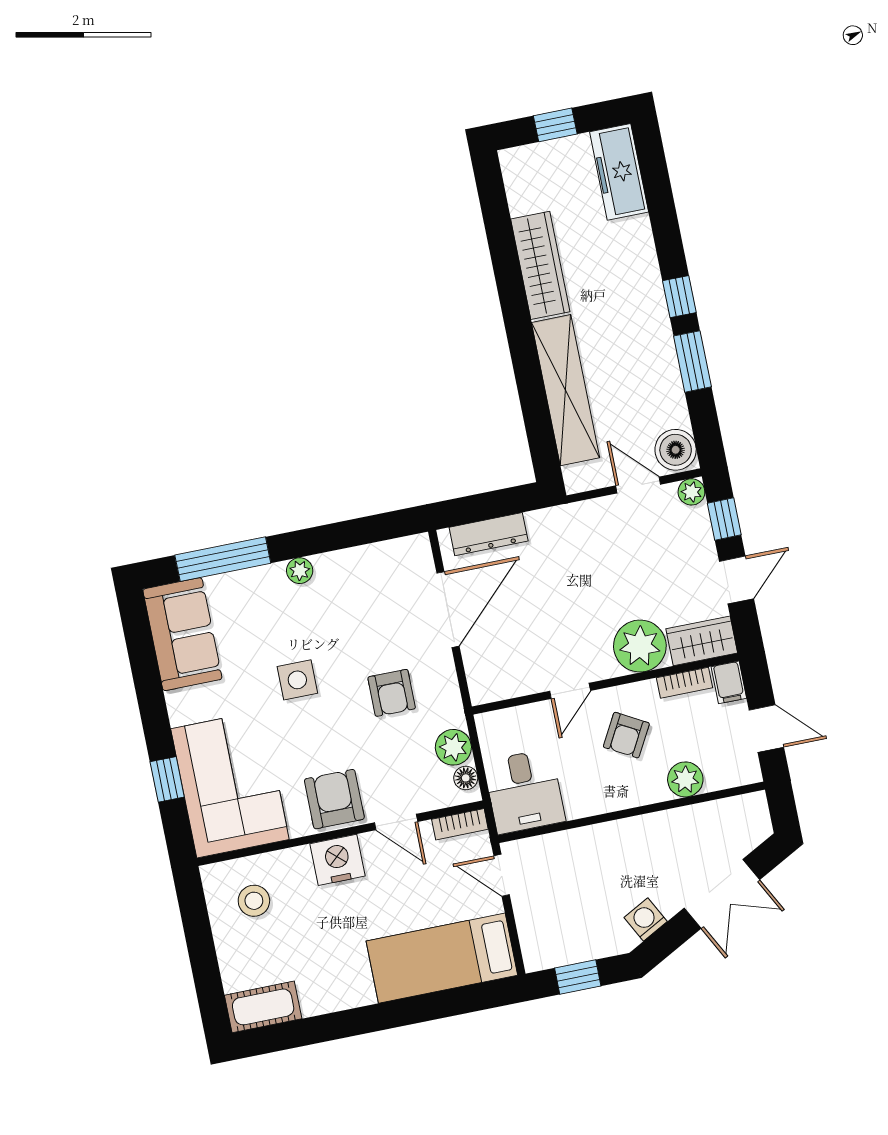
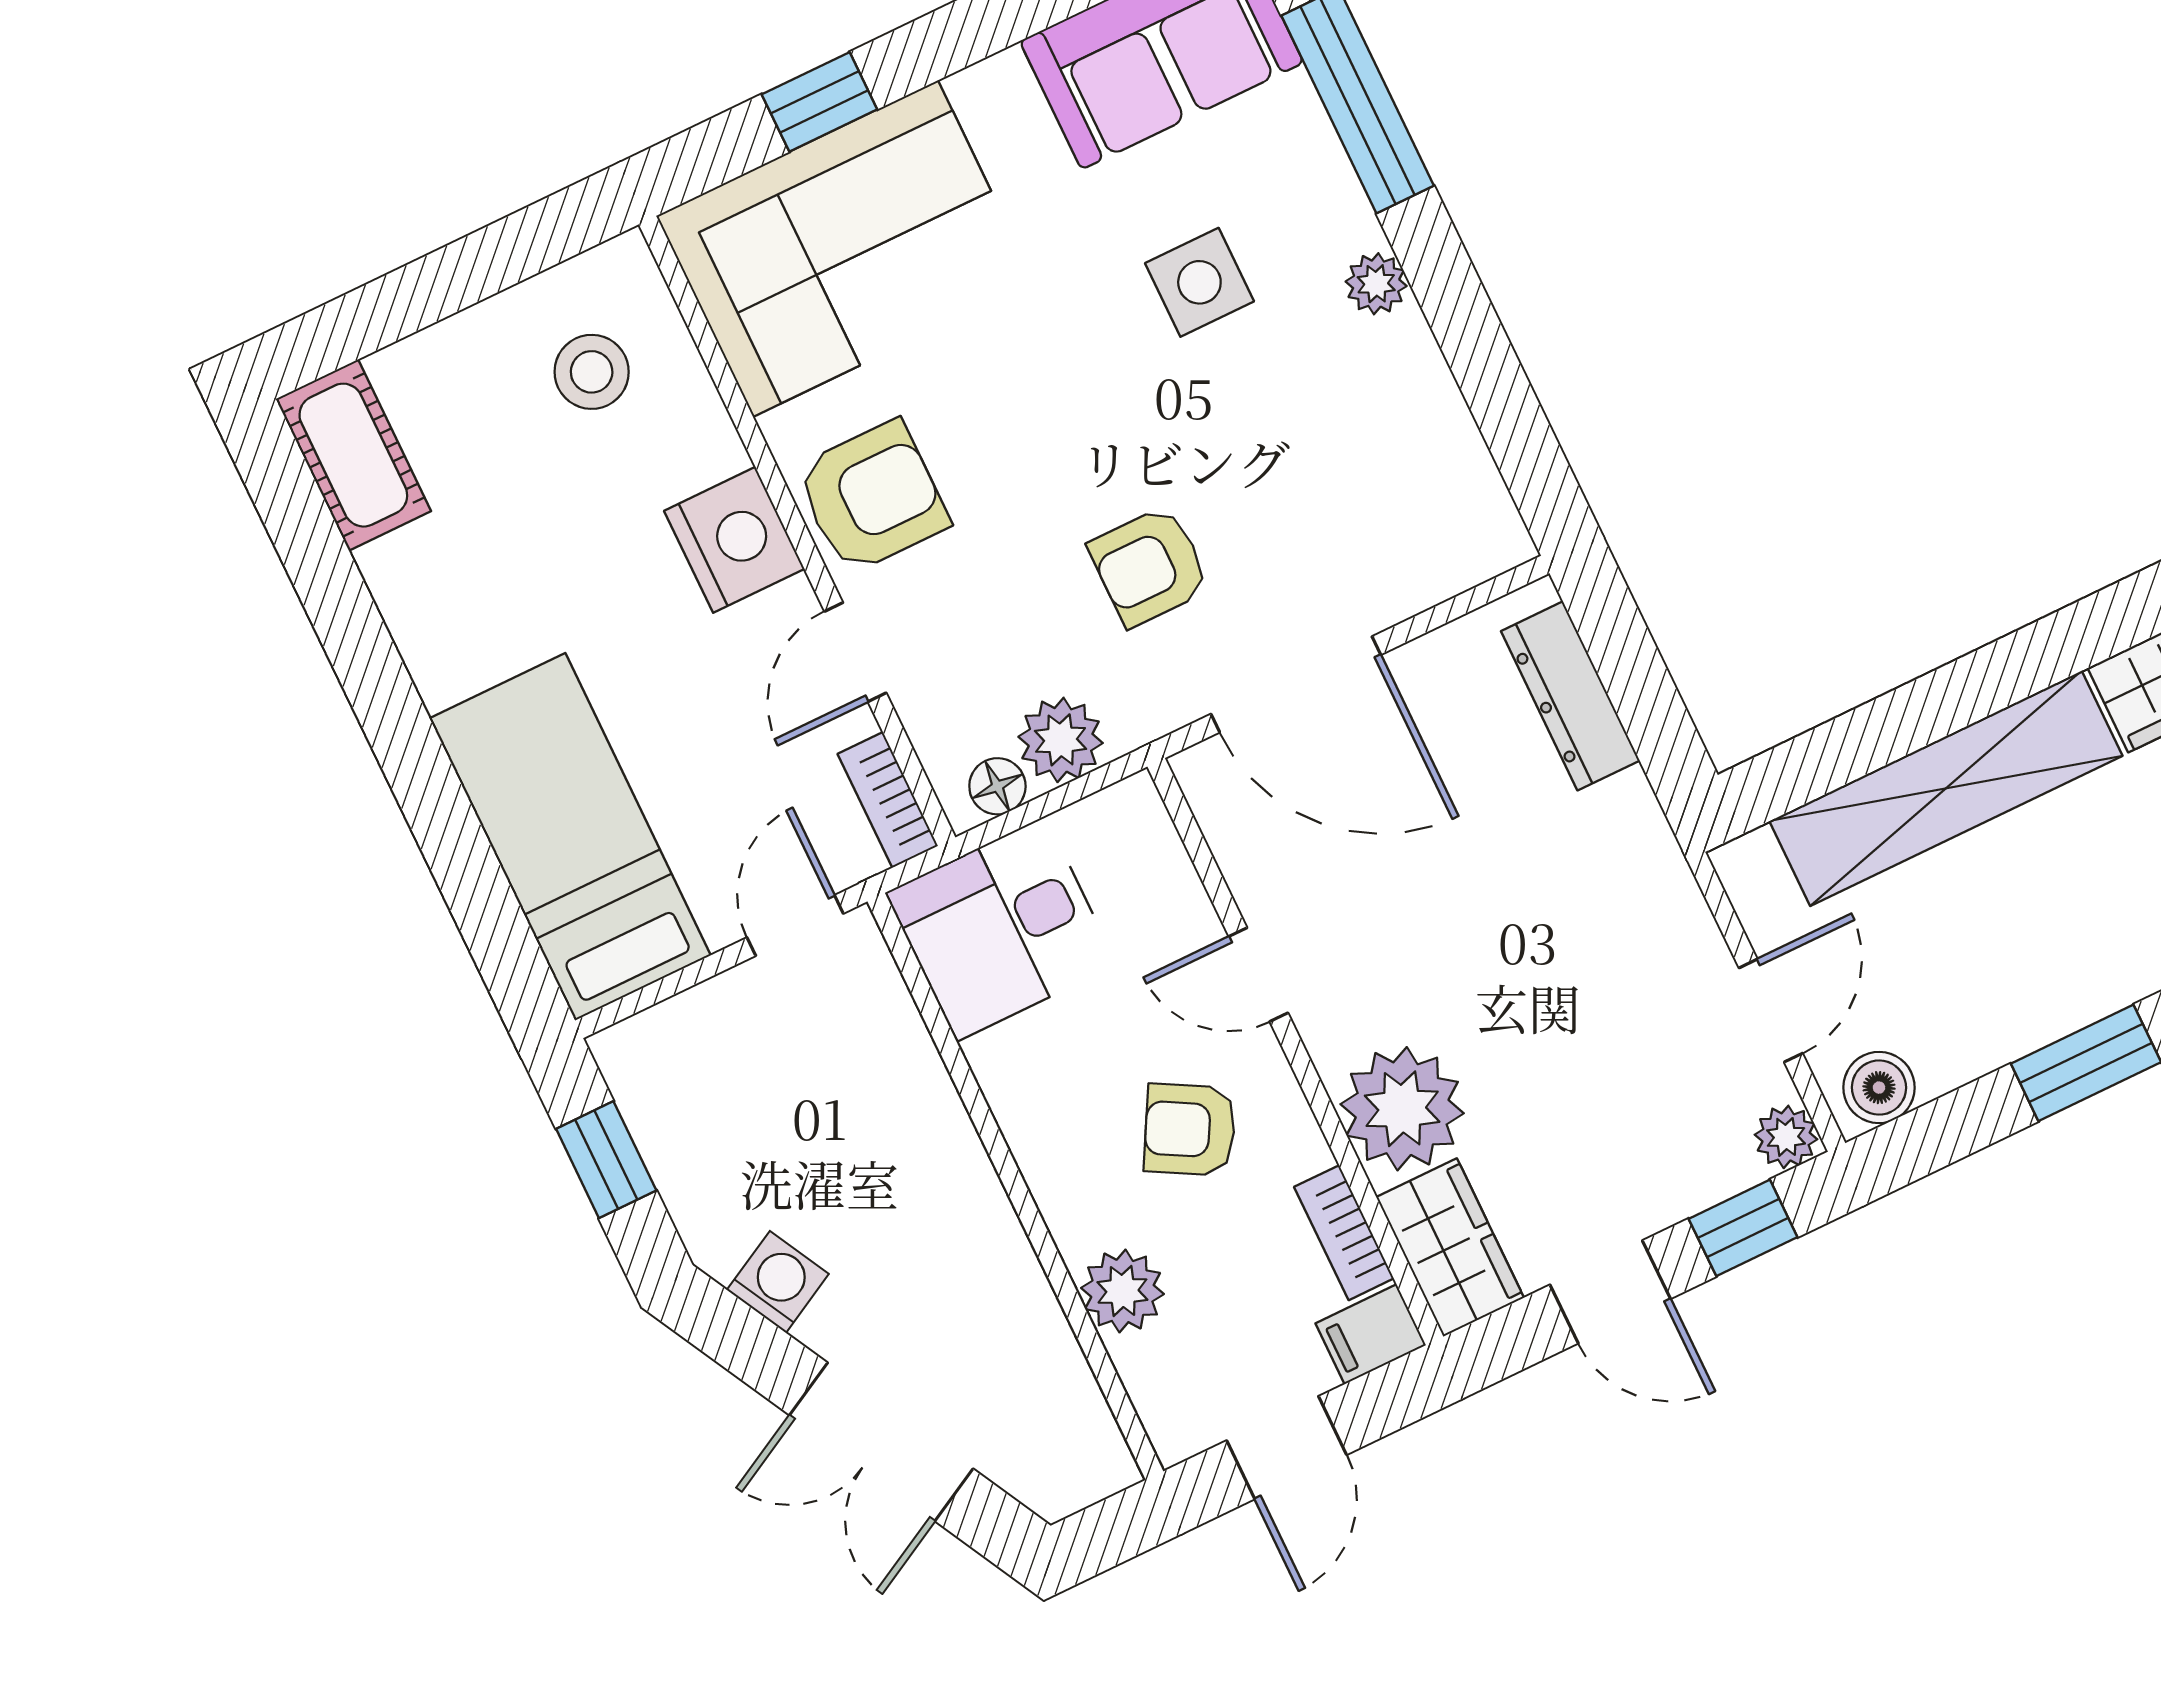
boiler: (676, 450) -> (1879, 1088), width x0.73, depth x0.73
door: (448, 610) -> (1296, 684), moved
side table: (297, 680) -> (1199, 282), moved

